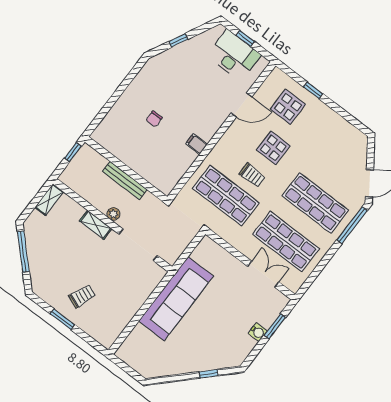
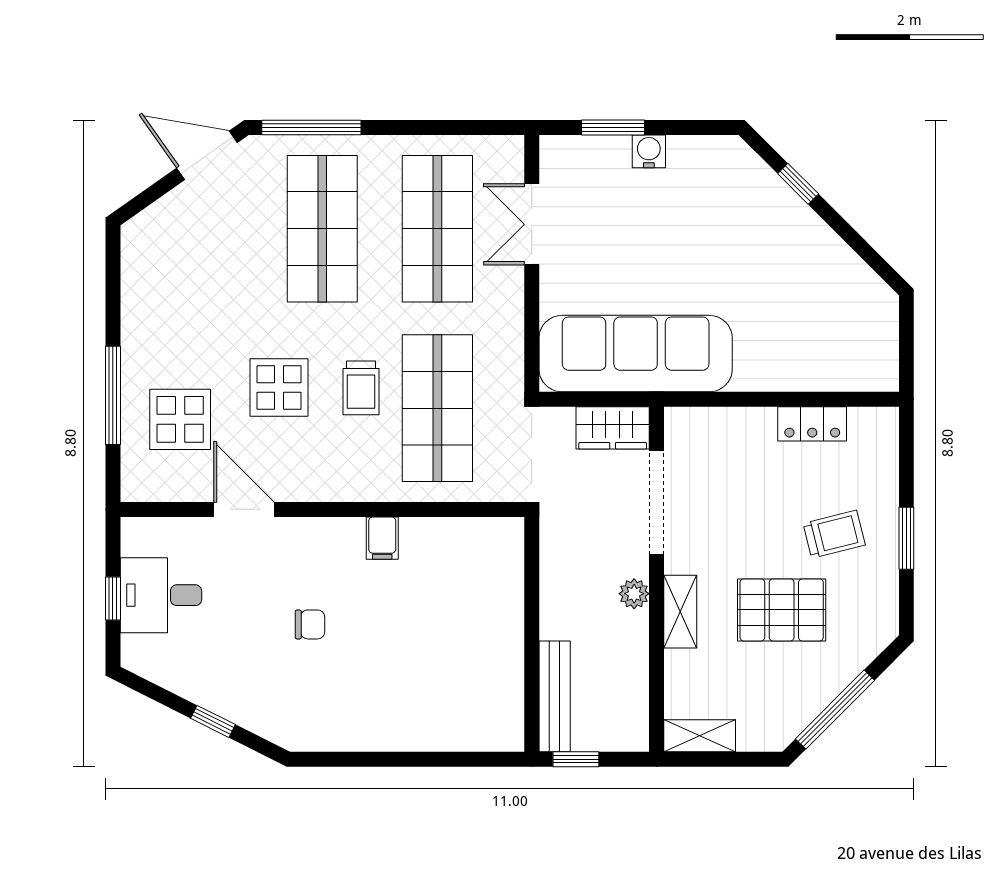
desk: (234, 55) -> (161, 595), width x0.73
window: (313, 90) -> (113, 395), width x2.17
chair: (154, 119) -> (310, 624), moved
trolley: (252, 175) -> (361, 388), turned 180
bench: (125, 180) -> (555, 696), moved
wardrobe: (174, 249) -> (613, 428), added
pallet: (70, 259) -> (782, 610), added
trolley: (82, 296) -> (834, 534), turned 144
sofa: (176, 299) -> (636, 354), moved
locker: (125, 317) -> (812, 424), added

